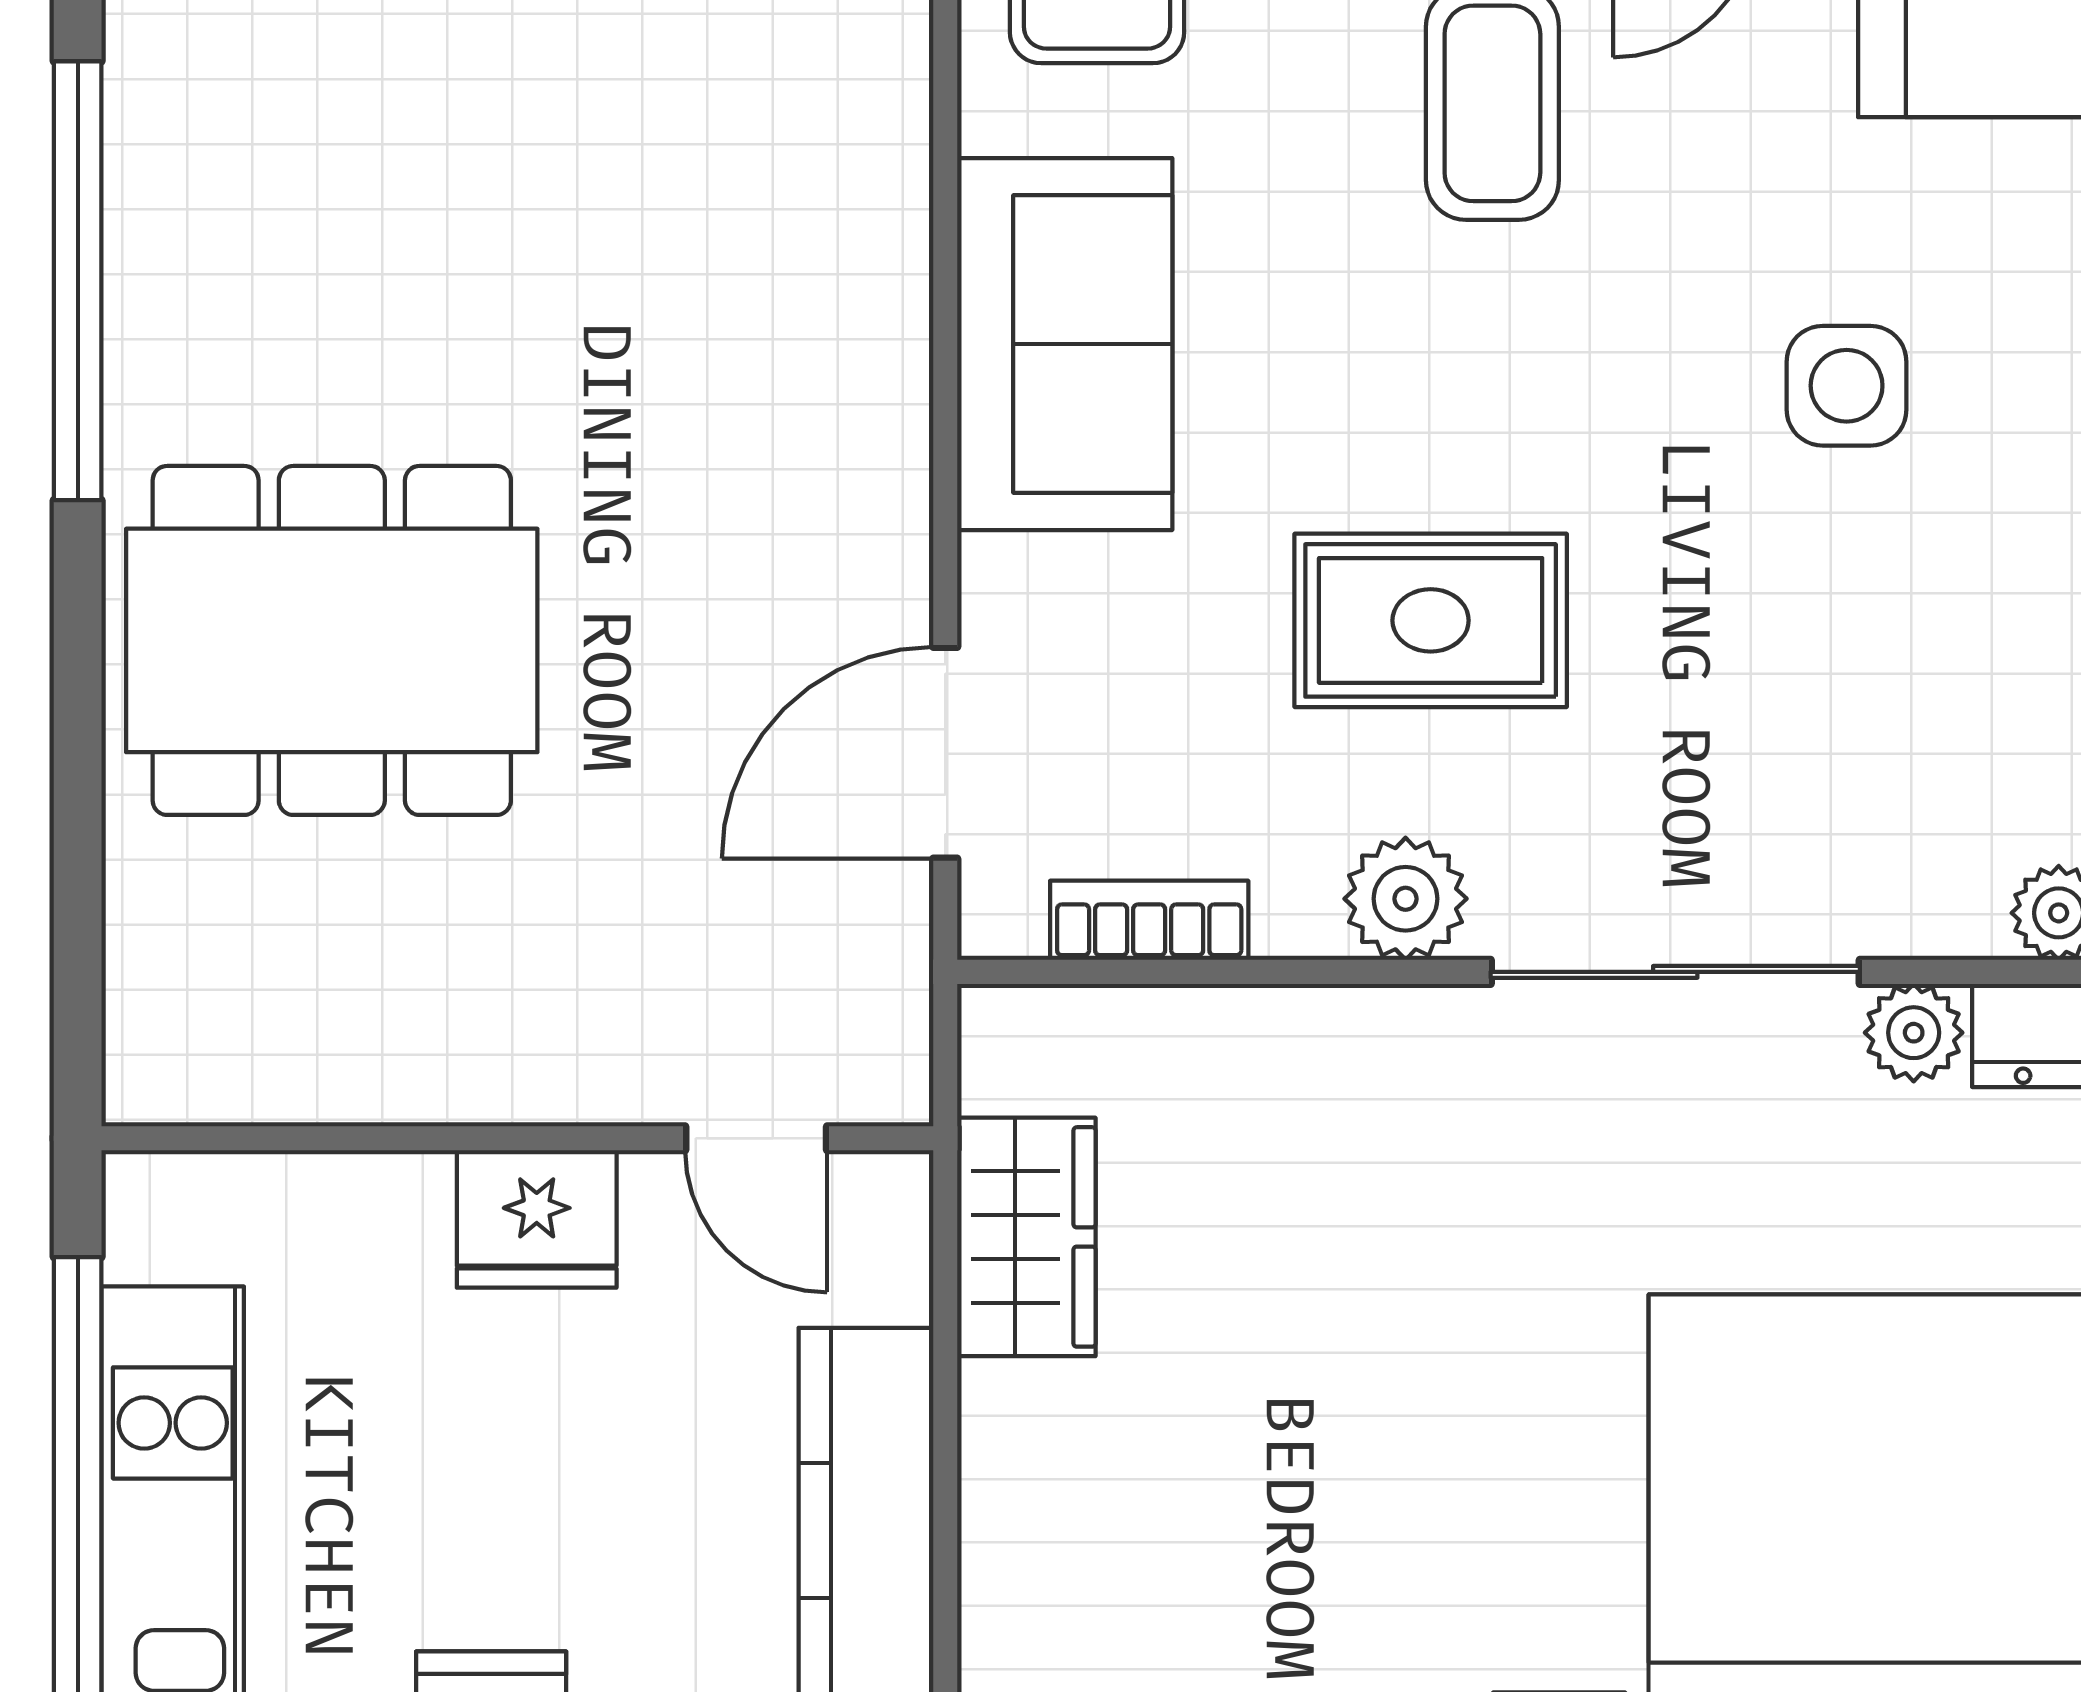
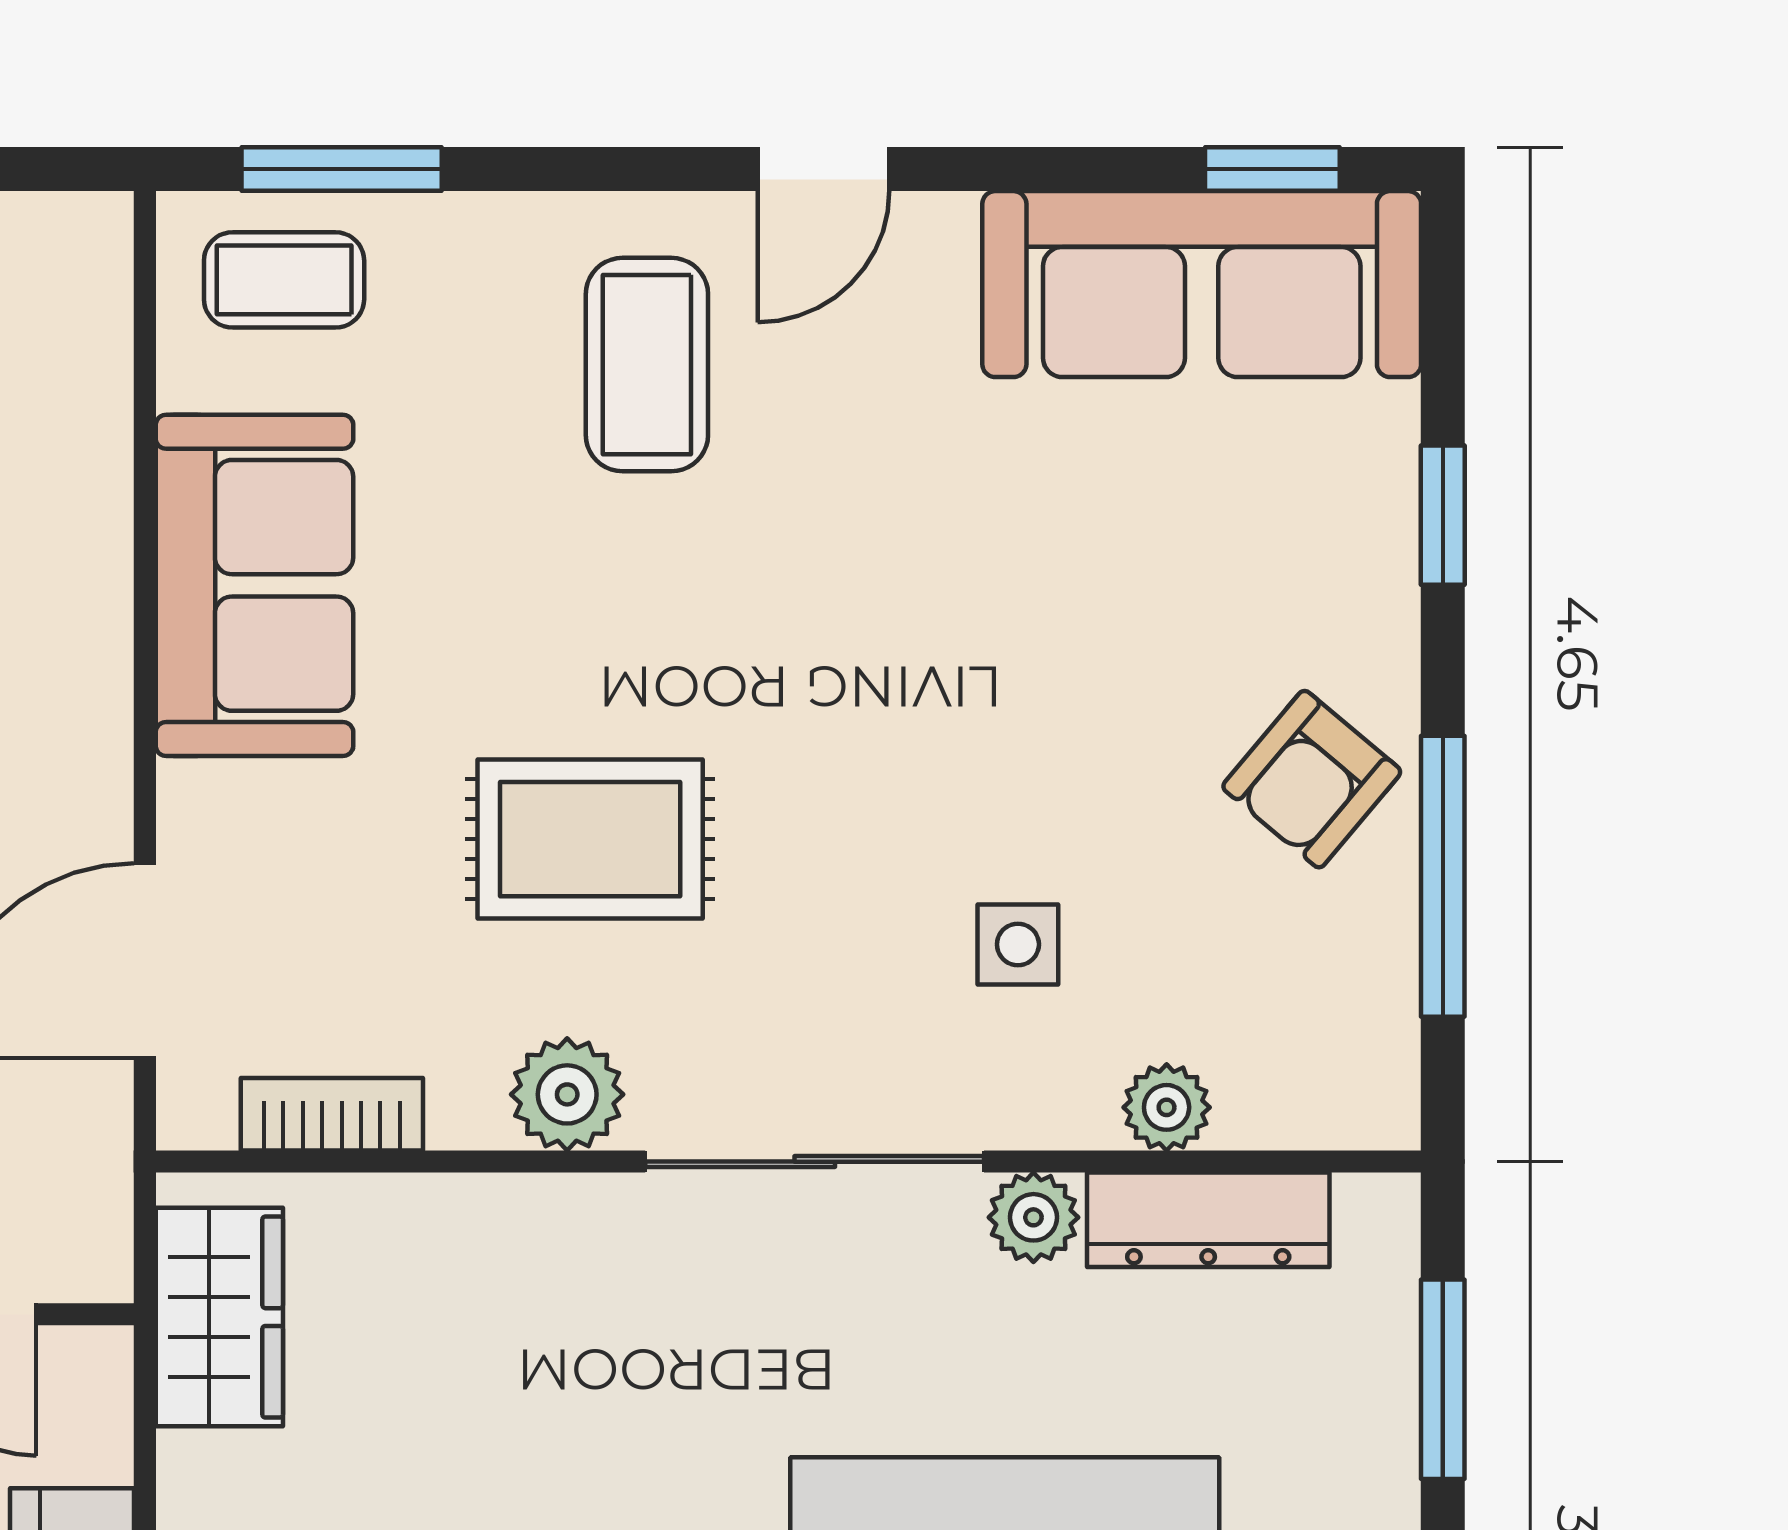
side table: (1847, 386) -> (1018, 944), moved, width x0.73, depth x0.73
wardrobe: (1026, 1237) -> (219, 1317), moved

